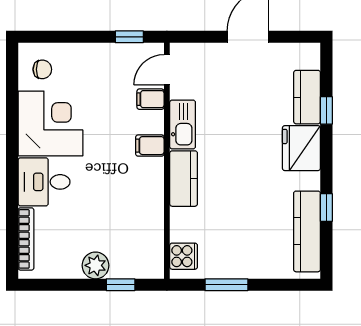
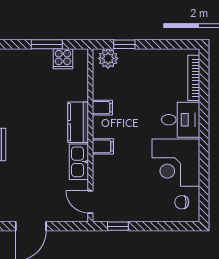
door: (167, 70) -> (90, 202), swing flipped
filing cabinet: (150, 99) -> (102, 108), moved
cooker: (184, 256) -> (63, 59), moved, turned -90
plant: (96, 265) -> (108, 58), moved

